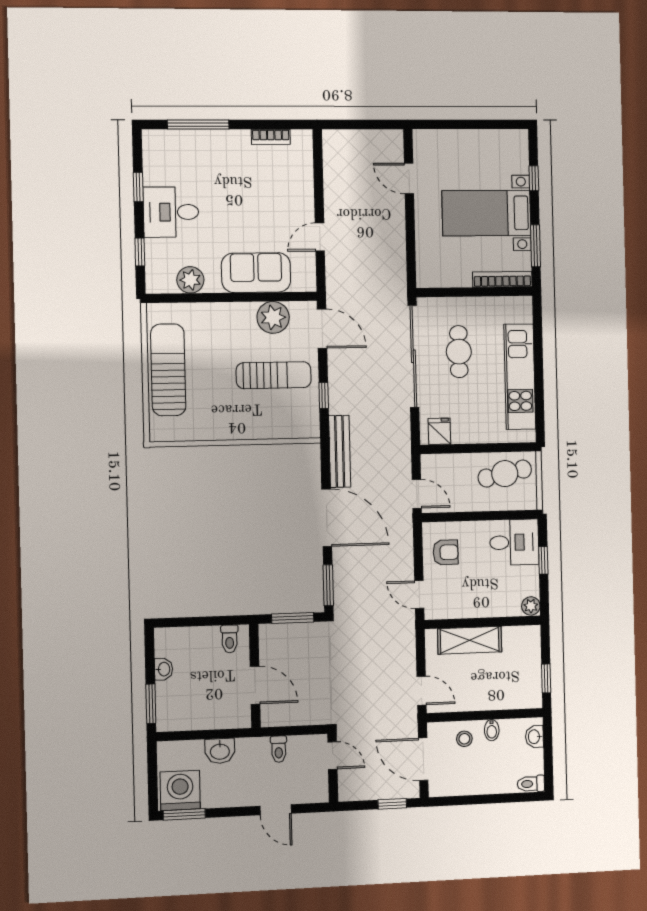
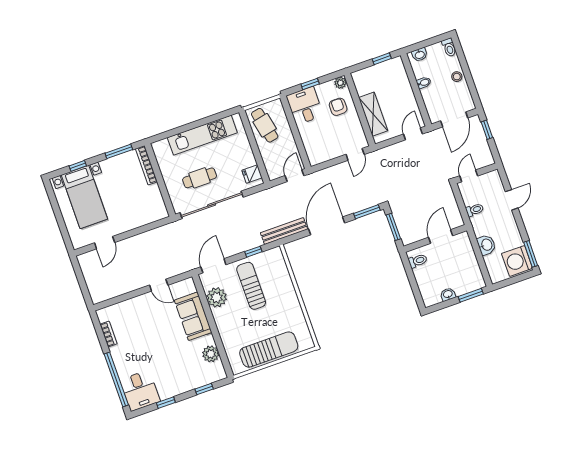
window: (198, 125) -> (116, 379), width x1.46
desk: (171, 212) -> (140, 391), moved
bed with nightstands: (486, 213) -> (84, 197), moved
sun lounger: (168, 370) -> (269, 350), turned 180
armchair: (446, 552) -> (338, 107), moved
stool: (464, 739) -> (457, 77), moved

